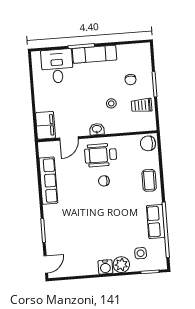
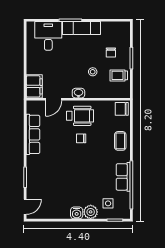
wheelchair: (101, 155) -> (80, 116), turned 180

